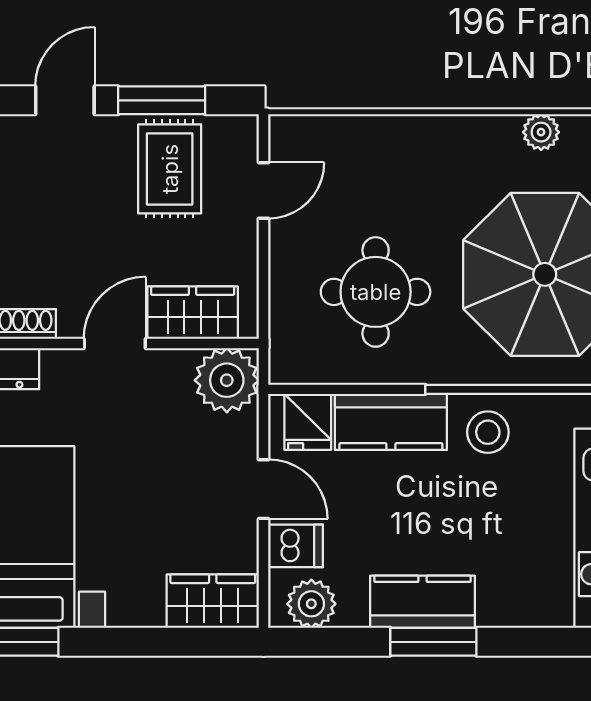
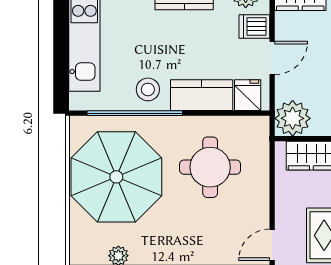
door: (264, 191) -> (272, 245), moved
door: (264, 489) -> (272, 58), swing flipped

